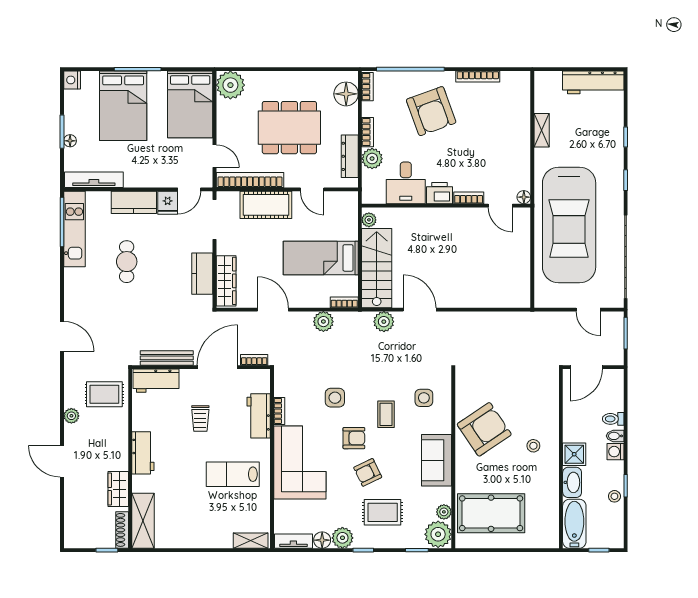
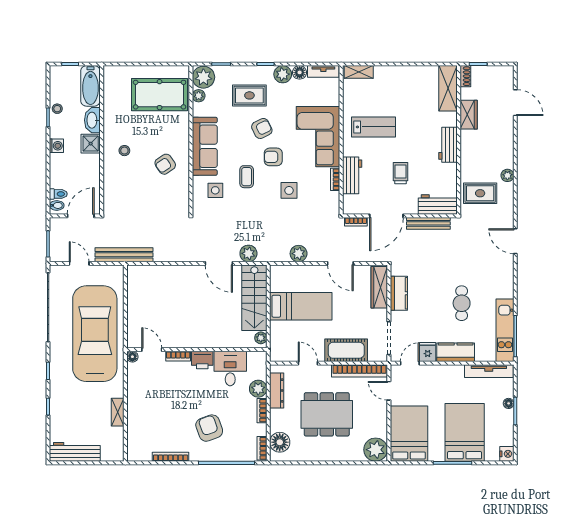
armchair: (431, 111) -> (209, 428), width x0.73, depth x0.73
bookcase: (344, 302) -> (281, 269), removed
bench: (534, 320) -> (124, 255), added
toilet: (613, 419) -> (58, 194), moved
armchair: (484, 429) -> (165, 164), width x0.53, depth x0.53
bidet: (615, 436) -> (57, 205), moved
sofa: (437, 460) -> (205, 146), width x1.36
door: (62, 461) -> (515, 103), moved
shoe rack: (122, 530) -> (465, 76), width x0.70

